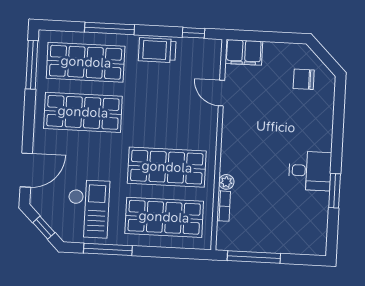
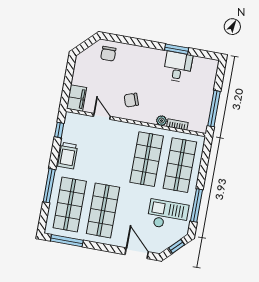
chair: (304, 79) -> (108, 54), moved
door: (221, 93) -> (102, 116), swing flipped
chair: (251, 133) -> (131, 100), added
desk: (310, 171) -> (178, 67), moved

